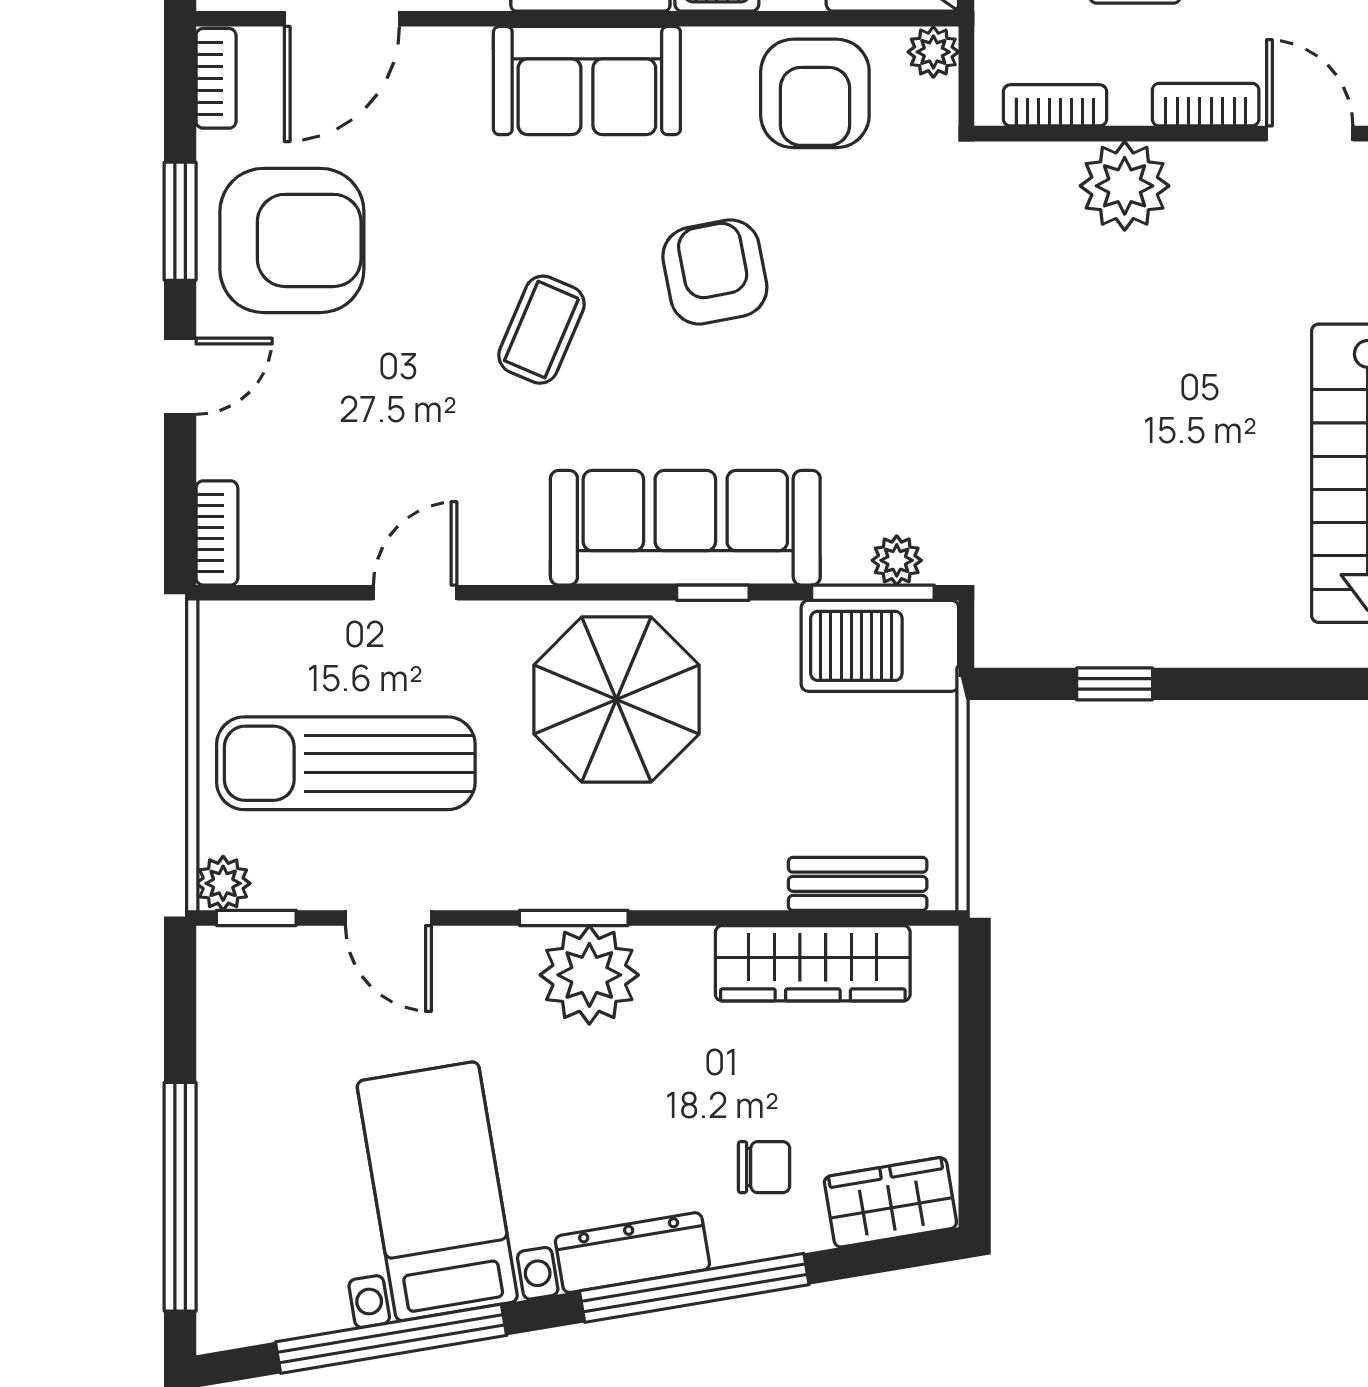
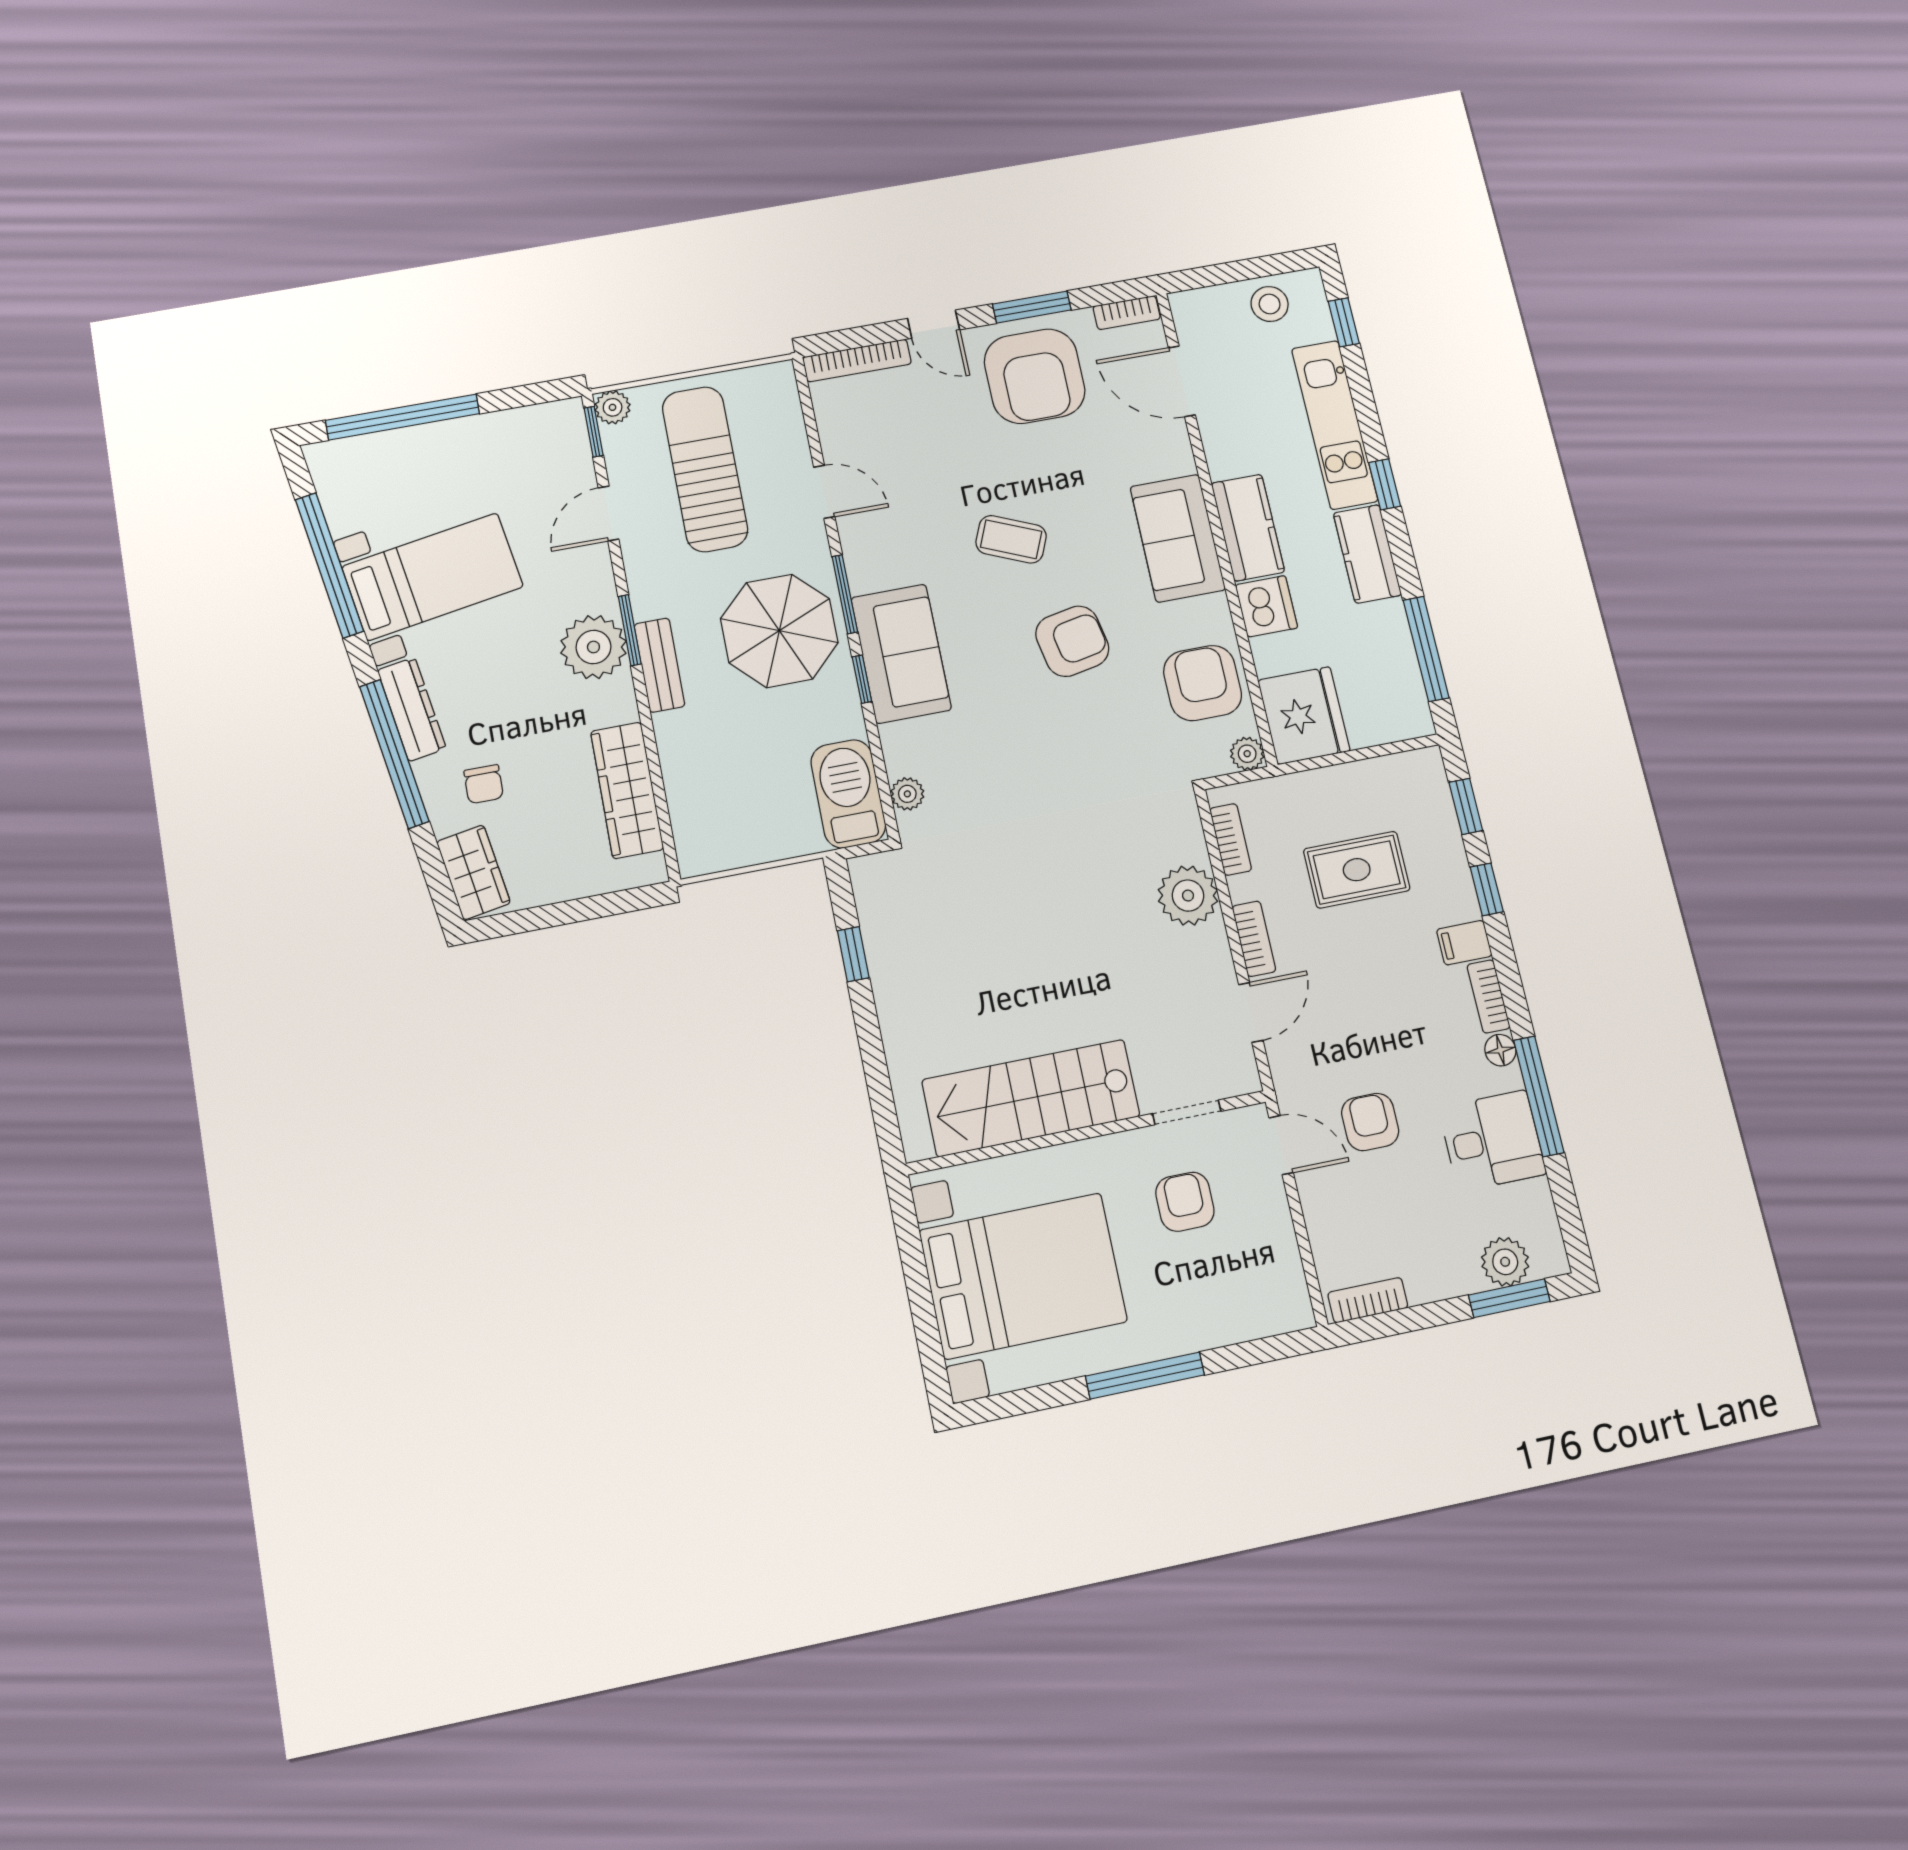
armchair: (815, 93) -> (1203, 683), turned 90
sofa: (685, 528) -> (901, 654), width x0.73
bookcase: (217, 533) -> (857, 361), width x1.56
window: (873, 593) -> (845, 594), moved
bench: (858, 884) -> (659, 665), moved

